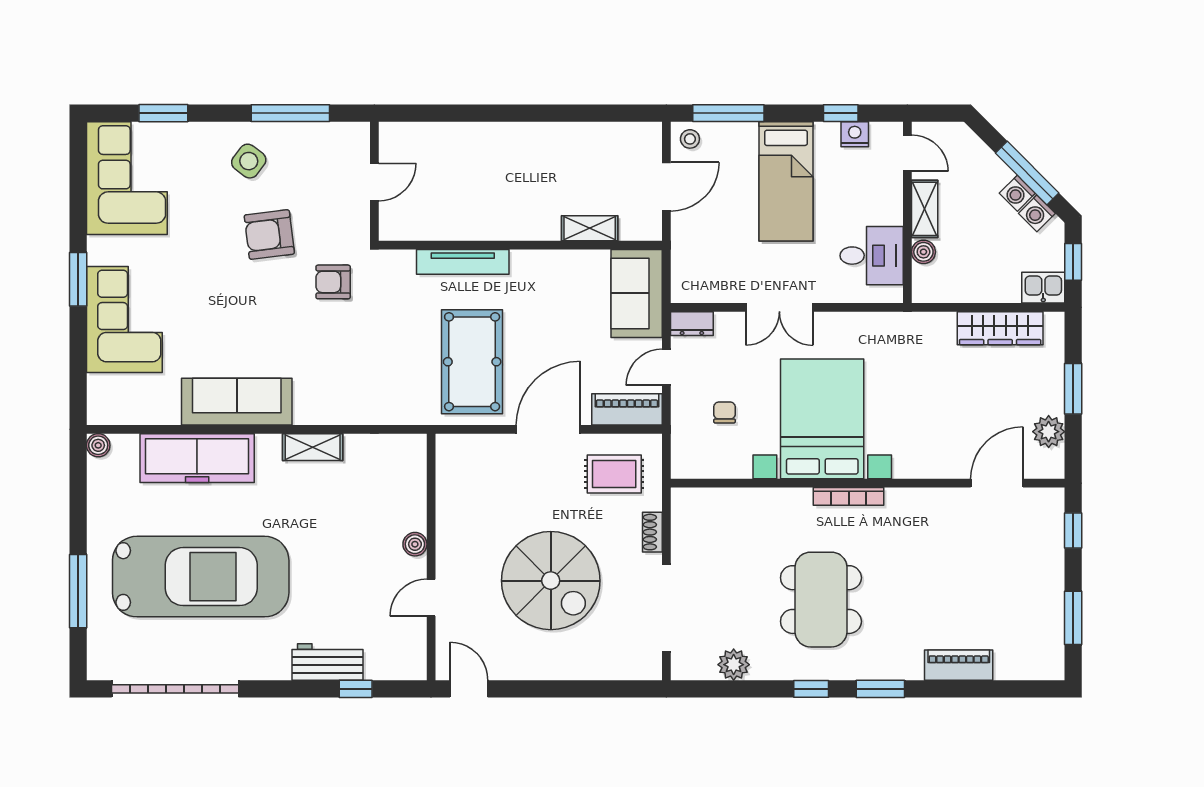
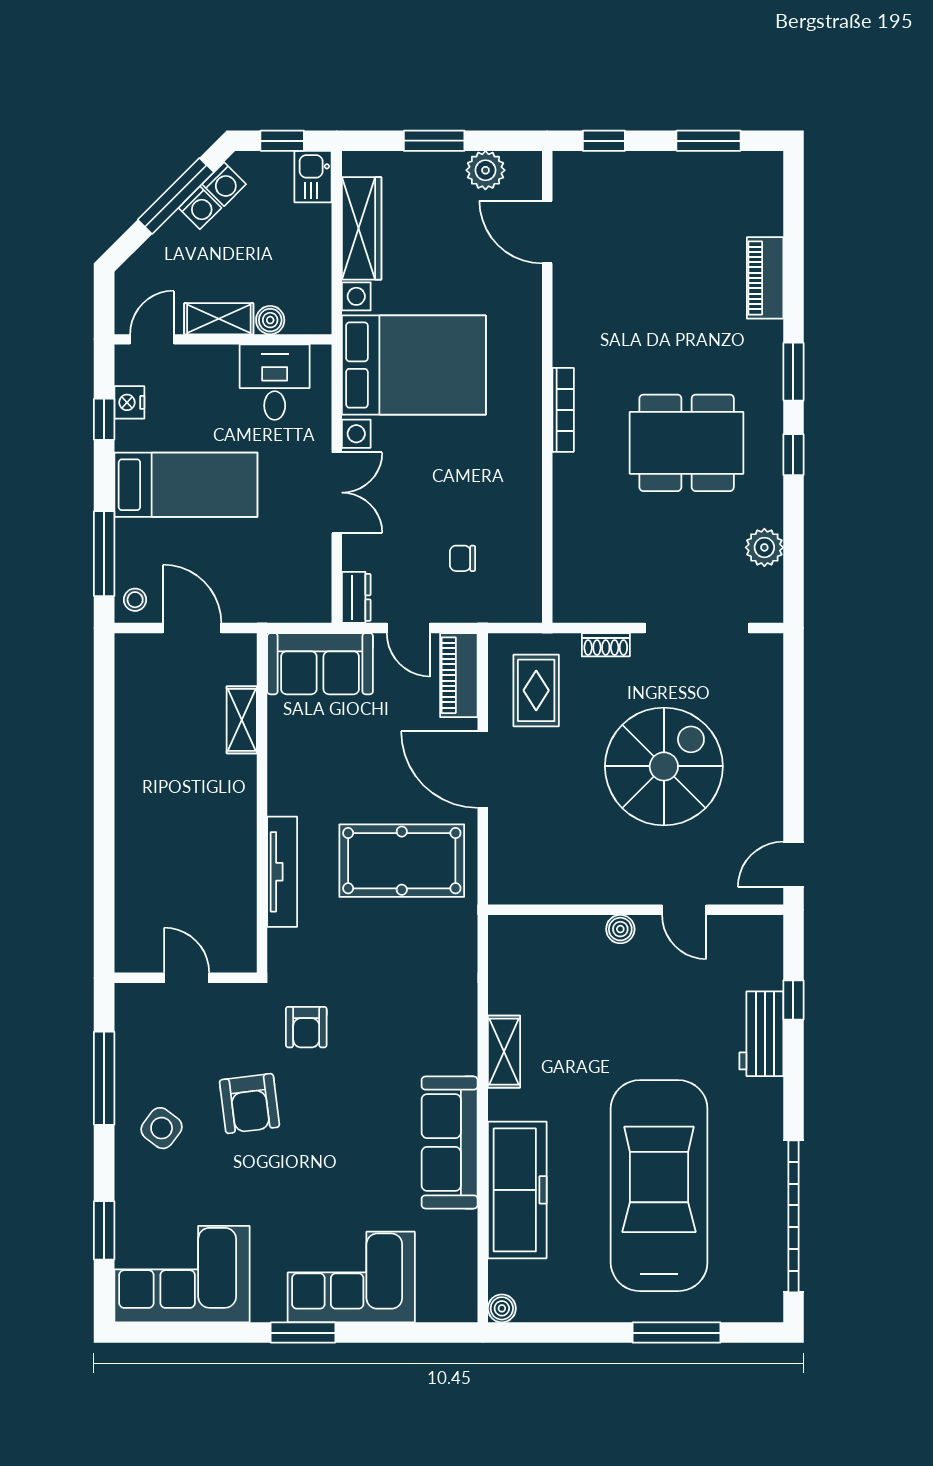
bed with nightstands: (822, 419) -> (414, 365), moved, turned 180

